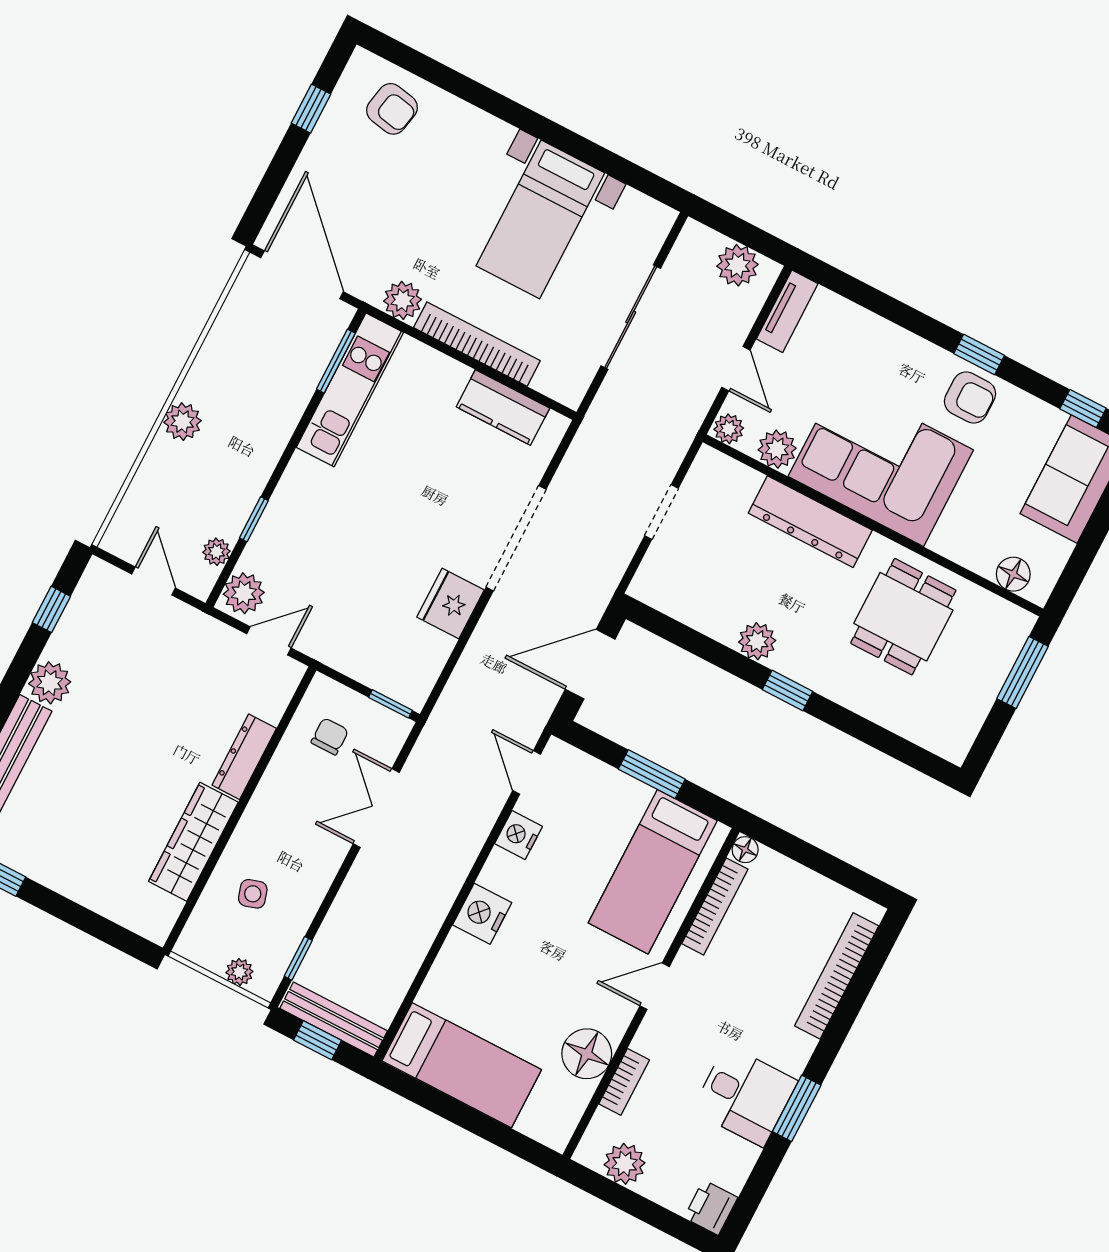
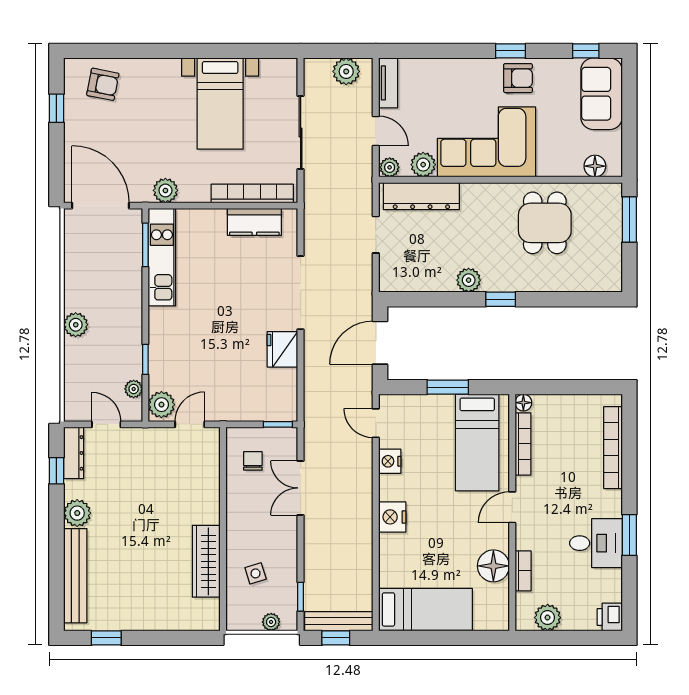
bookcase: (477, 344) -> (252, 193), moved
dresser: (810, 522) -> (421, 196), moved
dresser: (244, 757) -> (74, 453), moved, turned 180

